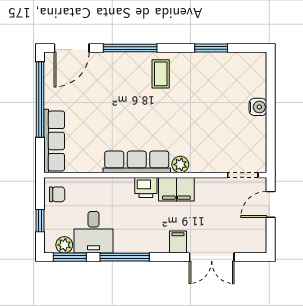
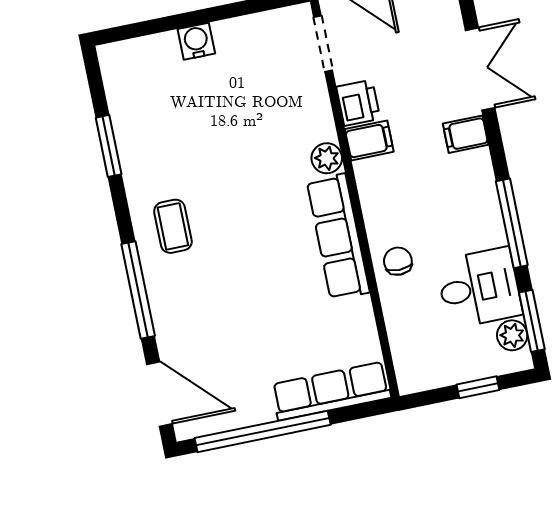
coffee table: (161, 74) -> (173, 226), turned 90
printer: (146, 188) -> (358, 103), moved
filing cabinet: (176, 189) -> (369, 140), width x0.50
chair: (57, 194) -> (398, 261), moved

